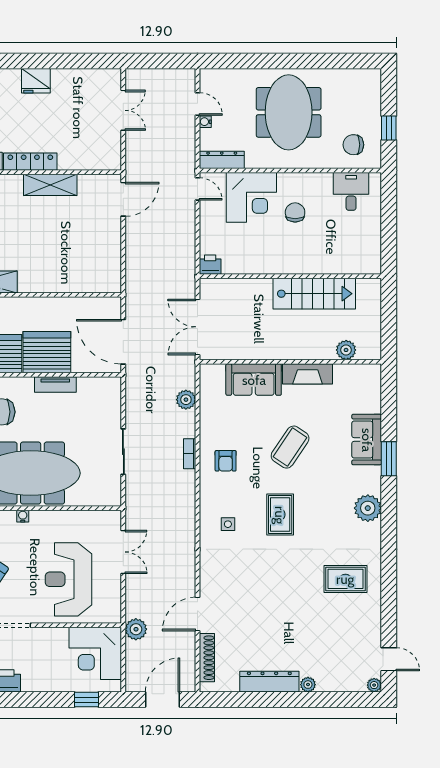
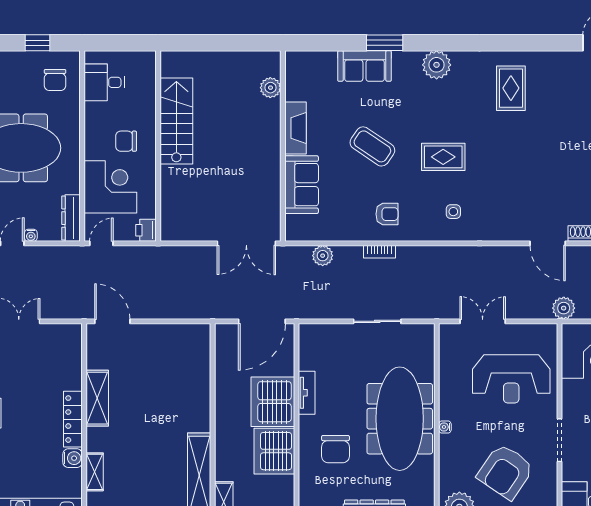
printer: (210, 265) -> (146, 230), moved
wall: (290, 276) -> (158, 146), moved
stairs: (314, 294) -> (176, 121), moved

